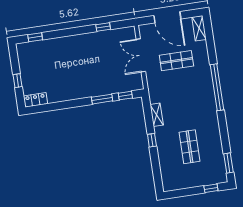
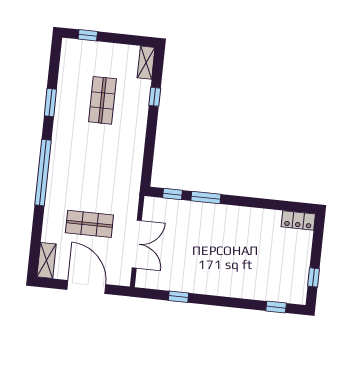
window: (17, 81) -> (314, 277), moved
shelving: (157, 115) -> (146, 63), moved
window: (152, 140) -> (155, 97), moved
window: (228, 163) -> (50, 103), moved

